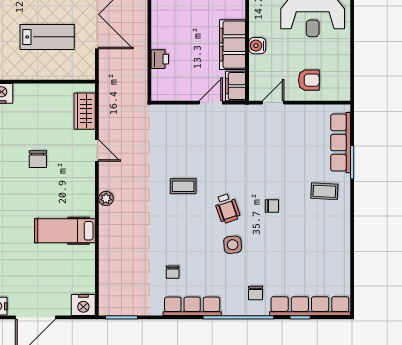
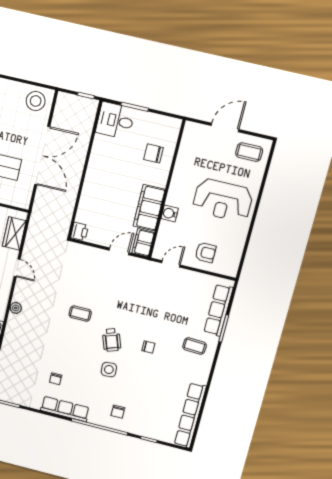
printer: (160, 59) -> (79, 232), moved
row of seats: (310, 306) -> (190, 415), moved, turned -90

